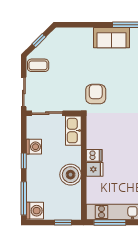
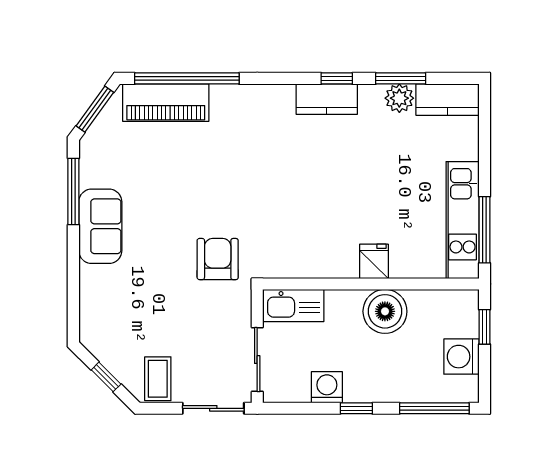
armchair: (96, 94) -> (218, 259), turned 90
dishwasher: (94, 155) -> (345, 262), removed
washing machine: (35, 211) -> (461, 357), moved, turned -90

